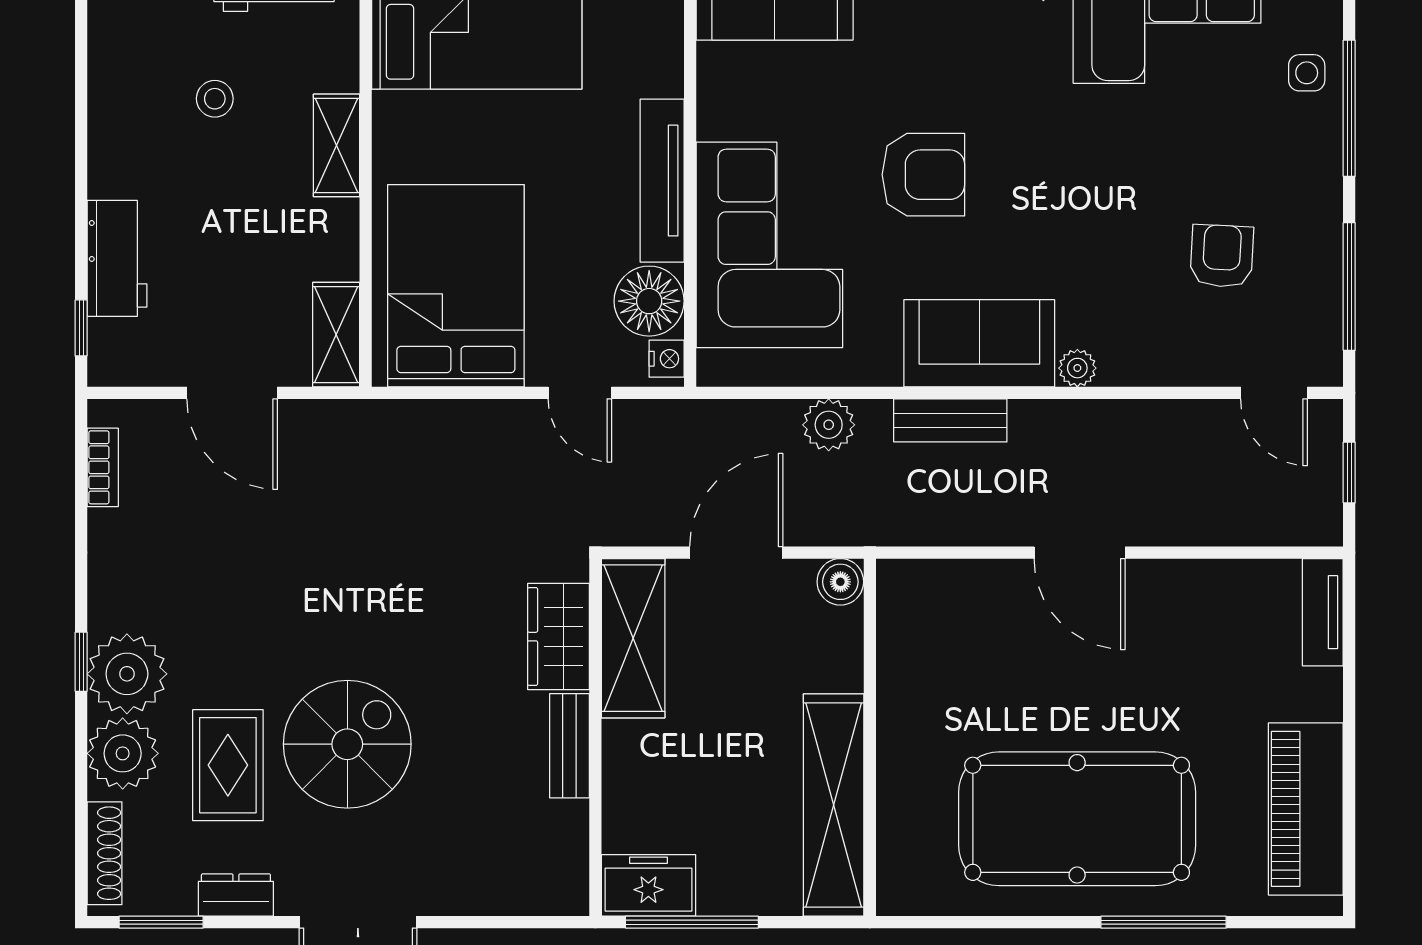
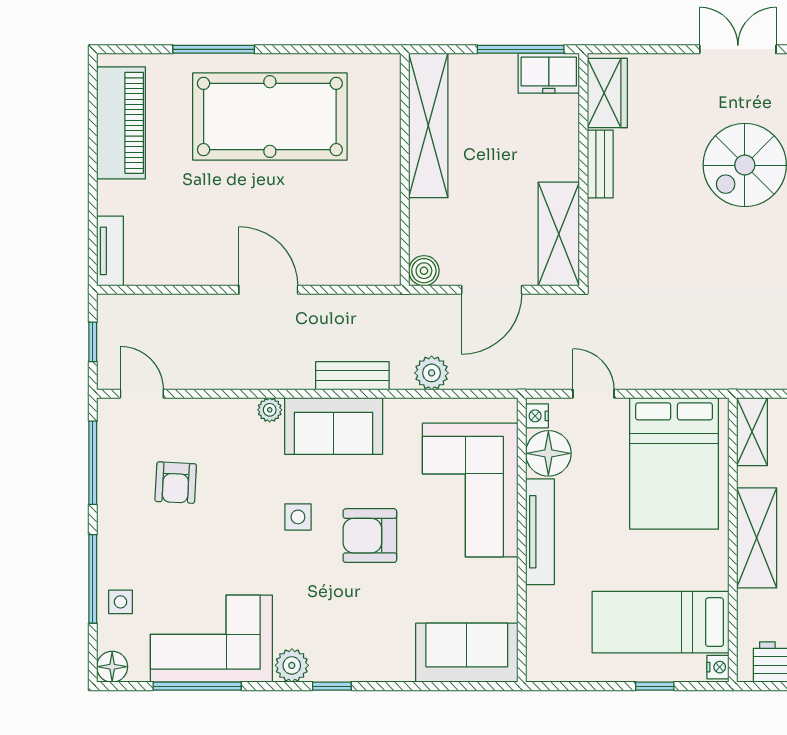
shelving: (337, 145) -> (757, 538), width x1.50, depth x1.33
side table: (1034, 203) -> (298, 517), added
wardrobe: (558, 637) -> (607, 93), moved

